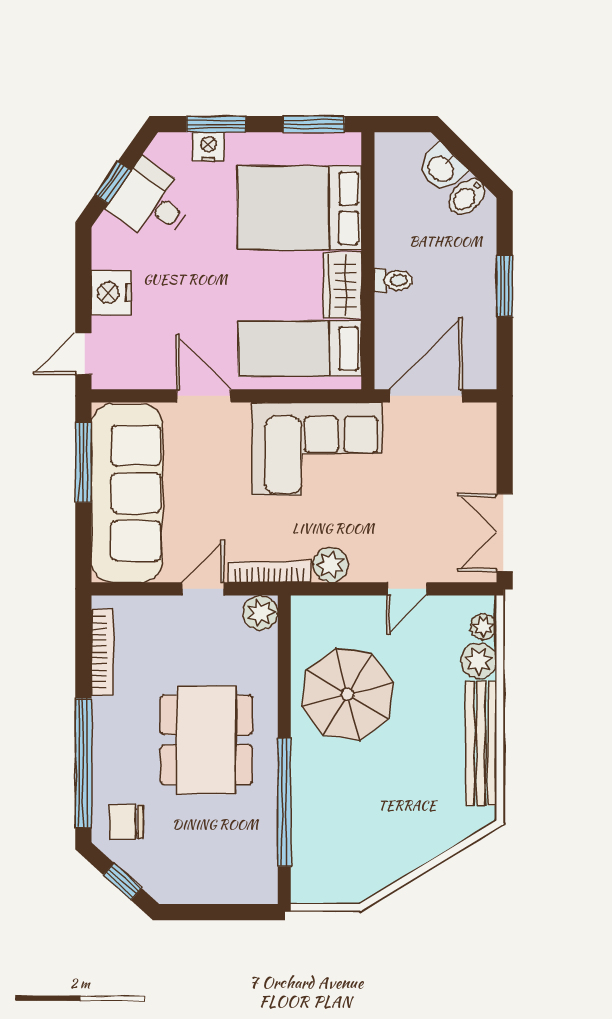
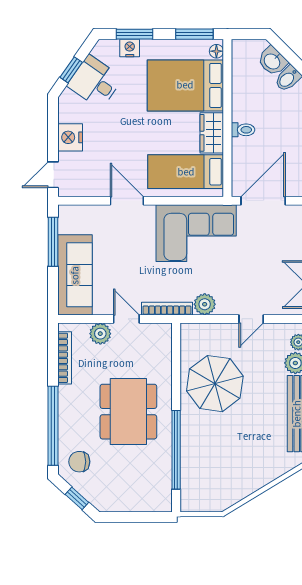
floor lamp: (350, 152) -> (216, 51), added
sofa: (127, 493) -> (75, 275), width x0.74, depth x0.79
door: (203, 589) -> (126, 319), hinge flipped
plant: (260, 613) -> (100, 334), moved

